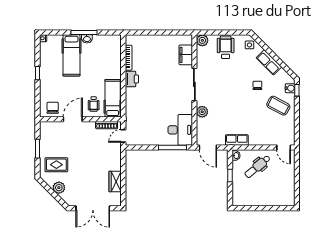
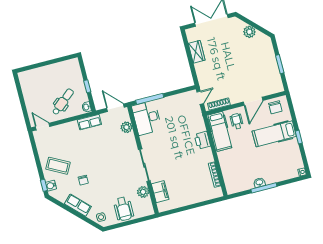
plant: (202, 40) -> (143, 192), moved
hospital bed: (71, 55) -> (274, 134), moved, turned -90
printer: (132, 79) -> (202, 140), moved
plant: (202, 112) -> (126, 127), moved
rug: (56, 165) -> (258, 53), removed

